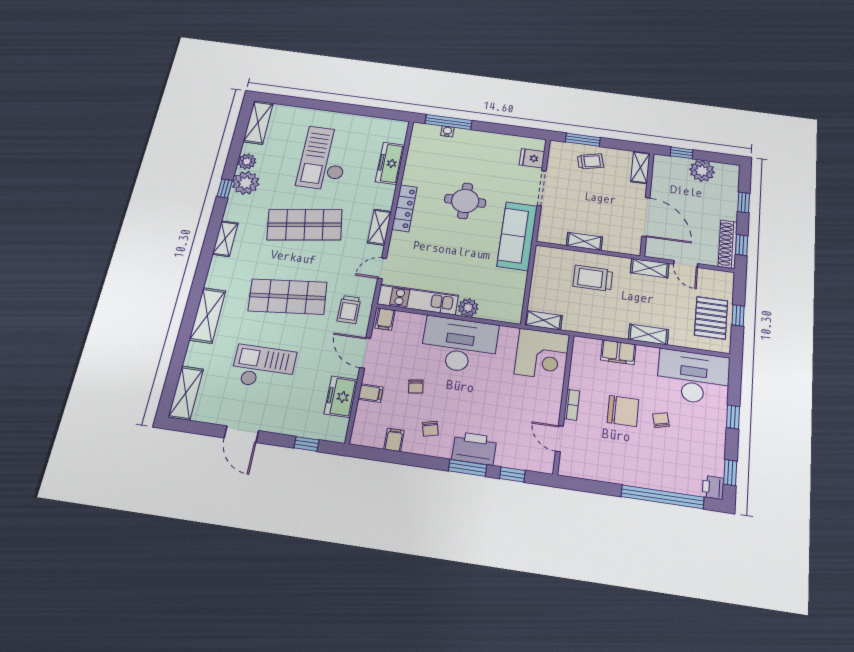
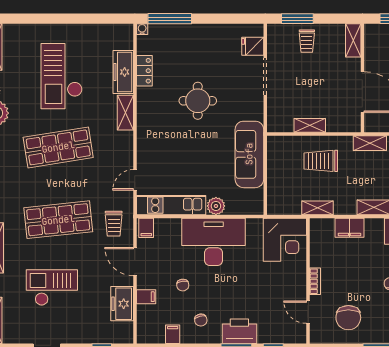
water cooler: (447, 131) -> (142, 29), moved
trolley: (590, 161) -> (307, 41), turned 103
locker: (405, 208) -> (144, 71), moved, width x0.66
shelving: (379, 227) -> (125, 113), moved
sofa: (517, 236) -> (249, 154), moved
shelving: (543, 320) -> (317, 208), moved
chair: (623, 411) -> (348, 318), moved, turned 90

